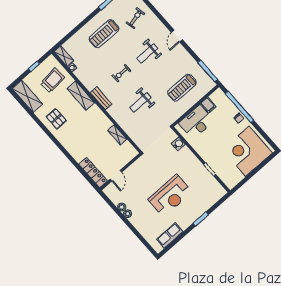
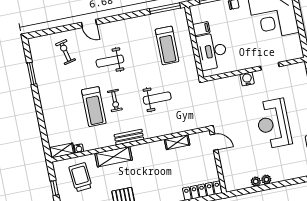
treadmill: (104, 34) -> (94, 107), moved
door: (177, 36) -> (89, 23), moved
weight bench: (147, 53) -> (110, 61), turned 90
weight bench: (140, 102) -> (157, 98), turned -90
water cooler: (178, 144) -> (247, 79), moved
door: (116, 176) -> (214, 142), moved
reception desk: (170, 196) -> (273, 124), turned 180

